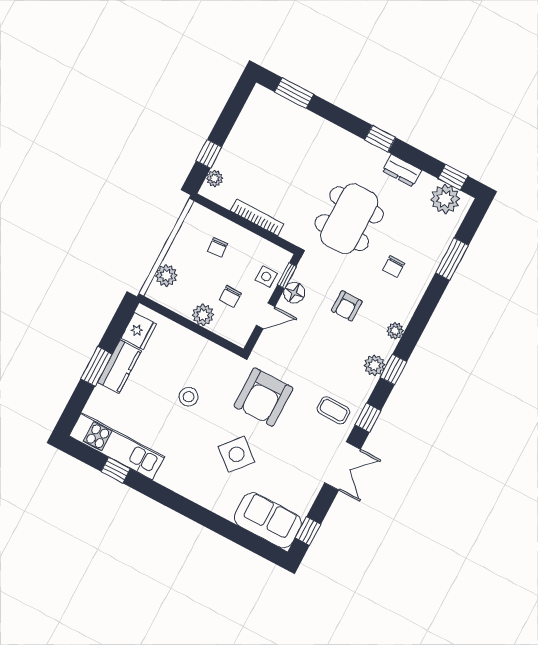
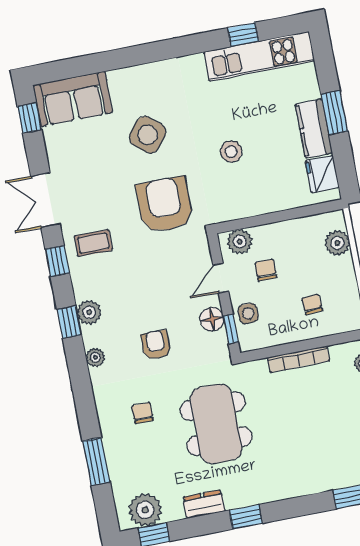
plant: (203, 315) -> (240, 241), moved

